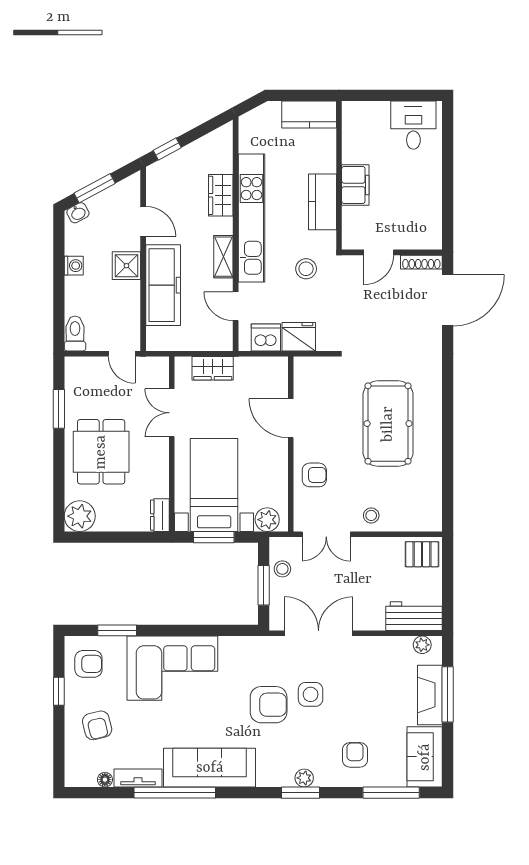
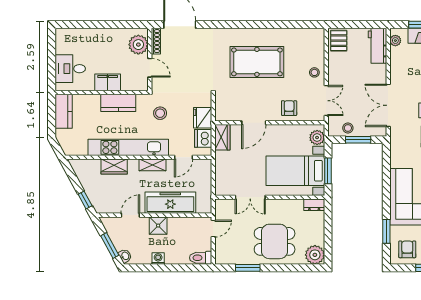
desk: (413, 125) -> (70, 69), moved
plant: (416, 234) -> (138, 45), added
wardrobe: (213, 368) -> (222, 137), moved

